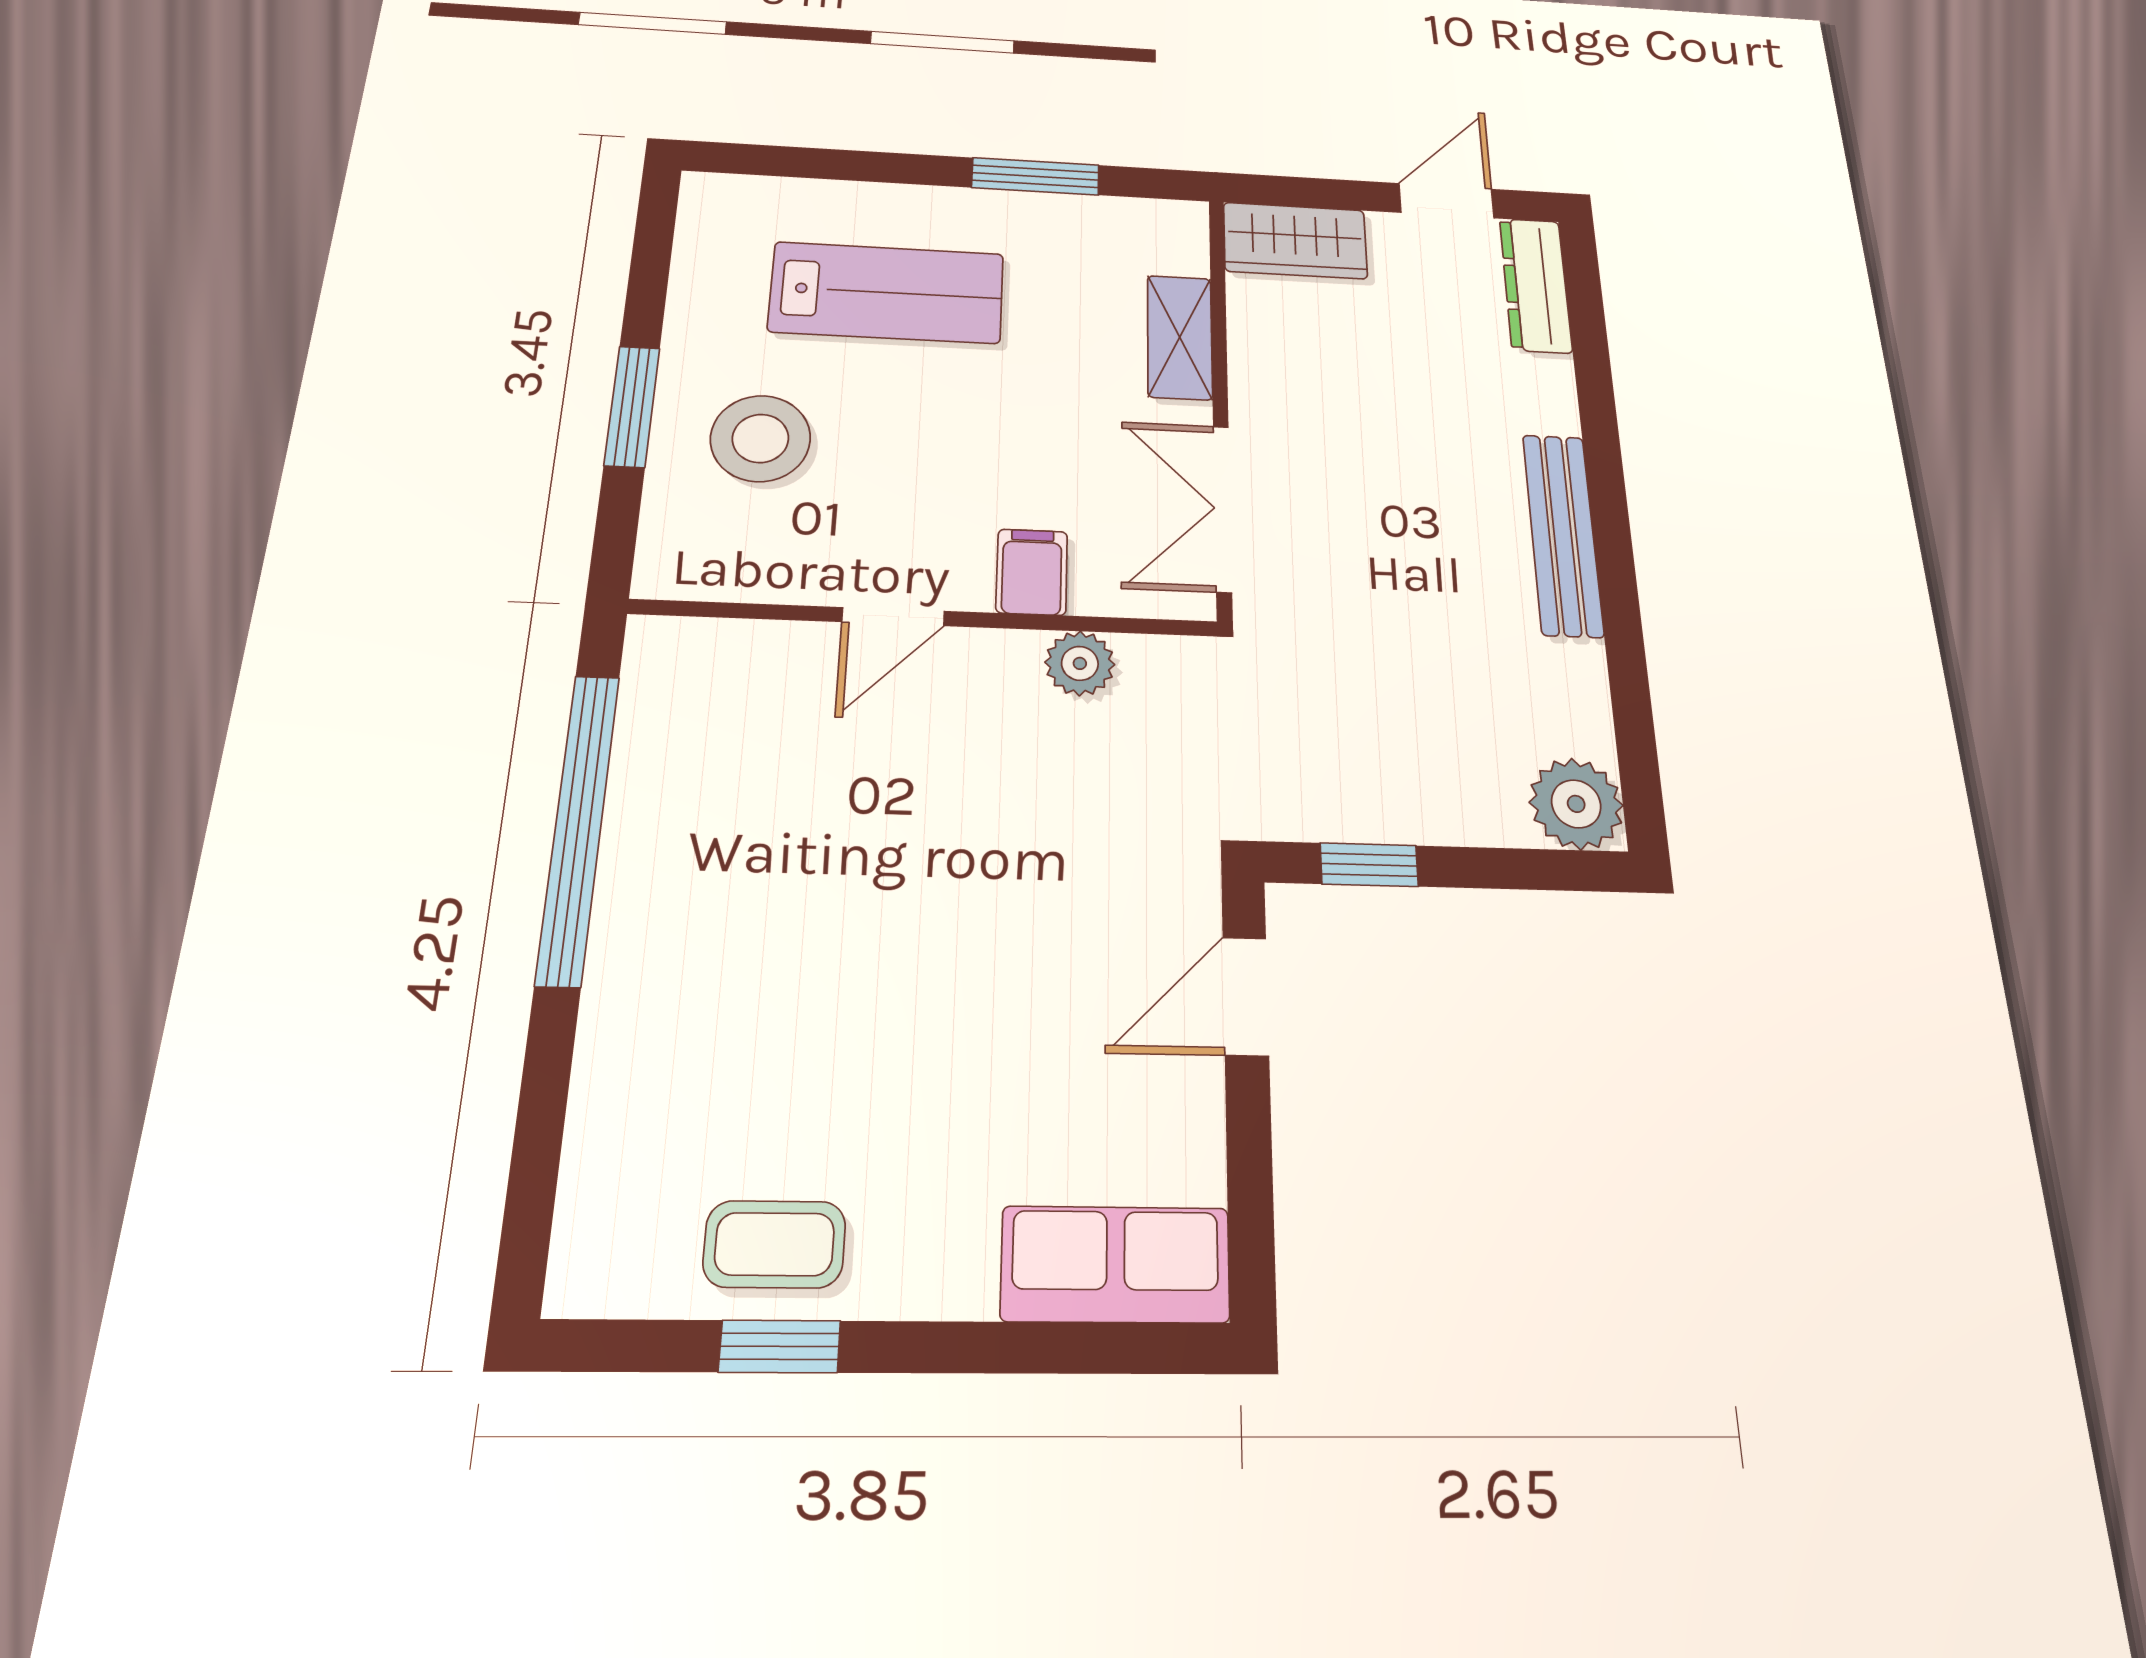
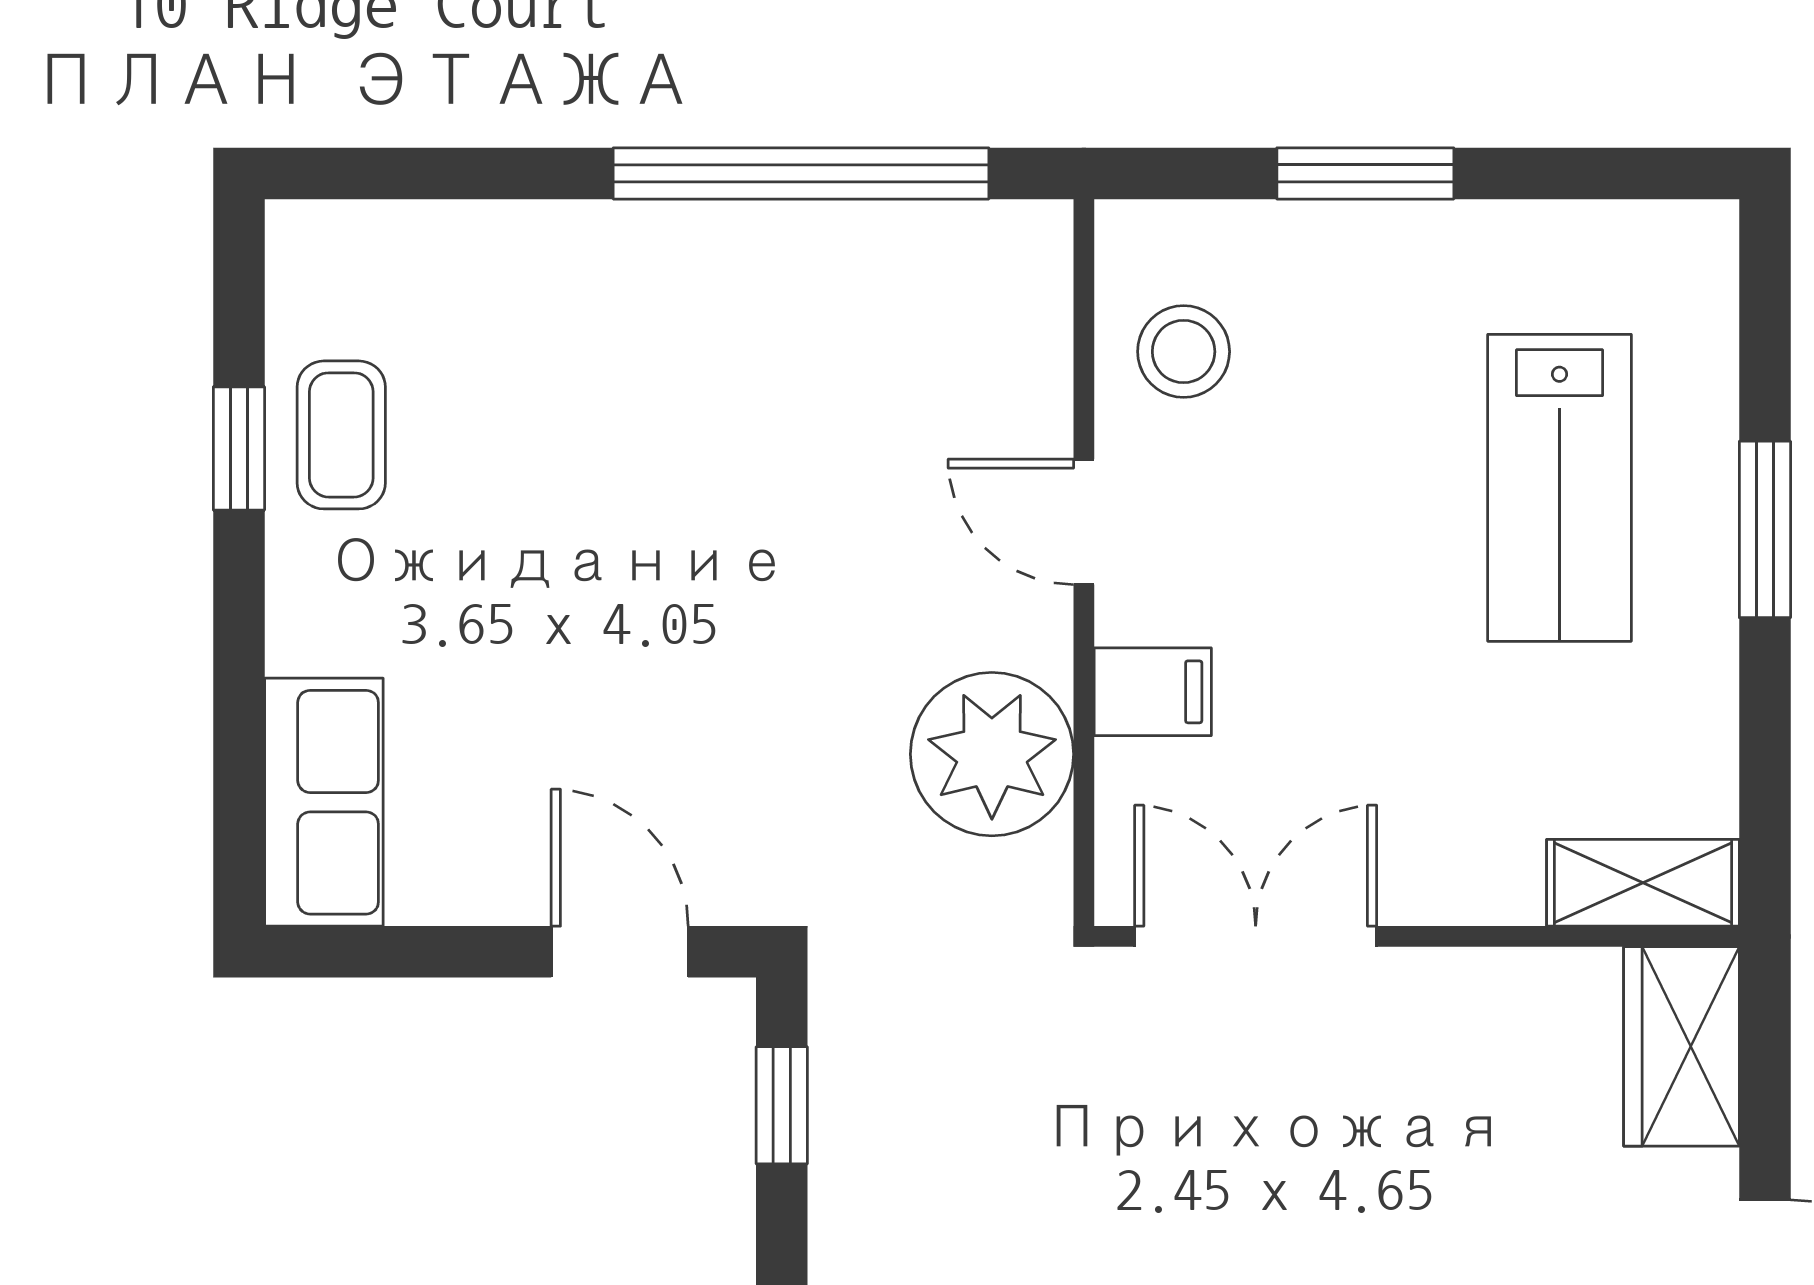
window: (1036, 176) -> (1765, 529), moved
shelving: (1180, 337) -> (1643, 883), moved
stool: (760, 438) -> (1184, 352), moved, width x0.73, depth x0.73
plant: (1080, 663) -> (992, 754), width x1.88, depth x1.88

